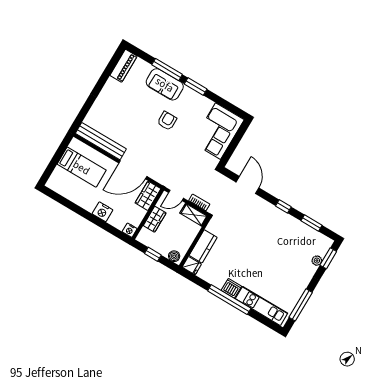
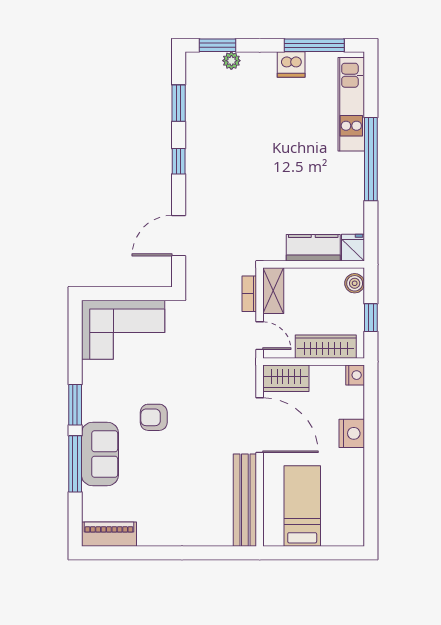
wardrobe: (155, 219) -> (326, 347), width x1.50
dishwasher: (231, 288) -> (291, 65), moved, turned -90

